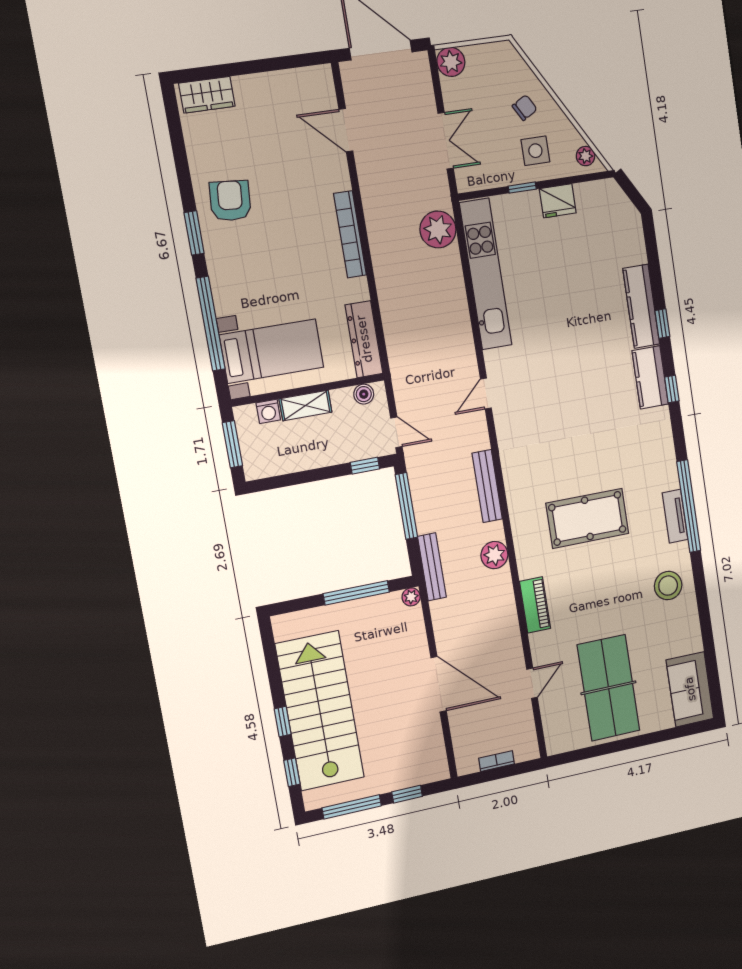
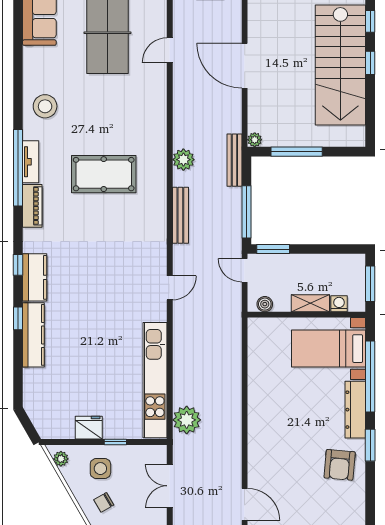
bookcase: (350, 234) -> (255, 427), removed
dresser: (364, 339) -> (355, 410), moved, turned 180
window: (365, 466) -> (273, 249), width x1.50
piano: (535, 605) -> (32, 206), moved, turned 180

